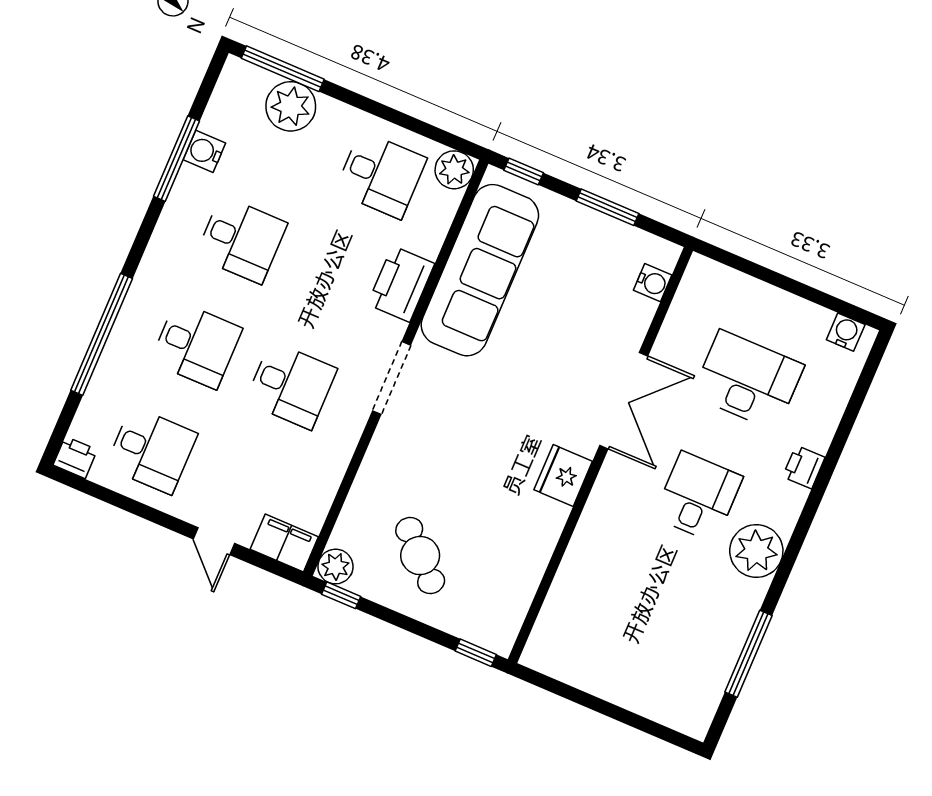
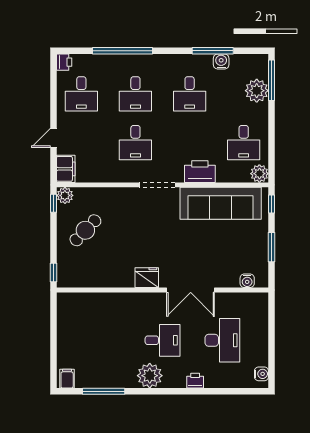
filing cabinet: (694, 714) -> (67, 379), added

